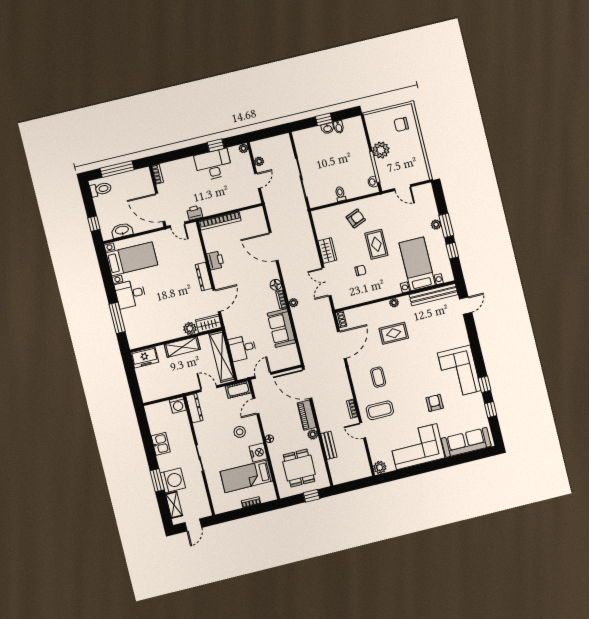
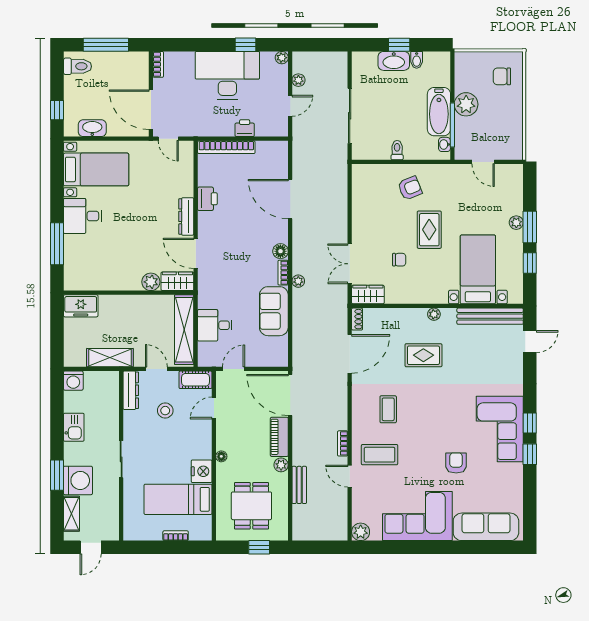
washbasin: (328, 128) -> (394, 61), width x1.91, depth x1.45
bathtub: (363, 160) -> (439, 112), added
desk: (213, 165) -> (227, 75), width x1.36, depth x1.30
printer: (195, 213) -> (245, 128), moved
wardrobe: (327, 251) -> (368, 295), moved, turned -90
door: (217, 301) -> (196, 253), swing flipped
shelving: (182, 347) -> (110, 358), moved
washing machine: (178, 405) -> (73, 381), moved
window: (491, 410) -> (530, 423), moved
stool: (240, 432) -> (165, 411), moved

